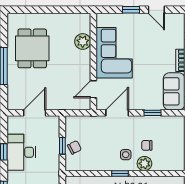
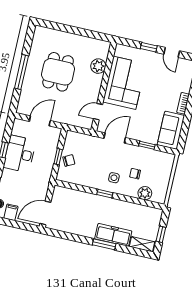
dining table: (32, 48) -> (58, 72), moved
plant: (144, 164) -> (145, 193), moved

